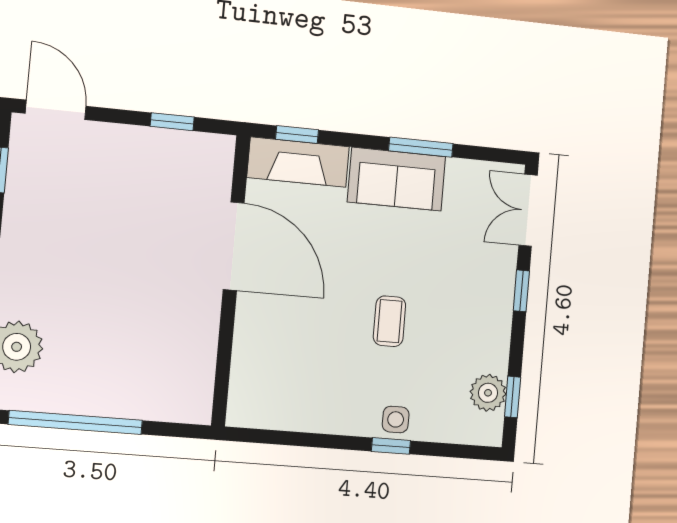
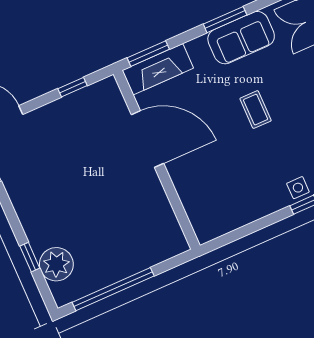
window: (297, 134) -> (148, 54), width x1.50
sofa: (397, 179) -> (241, 38), moved
coffee table: (390, 321) -> (256, 110), moved

